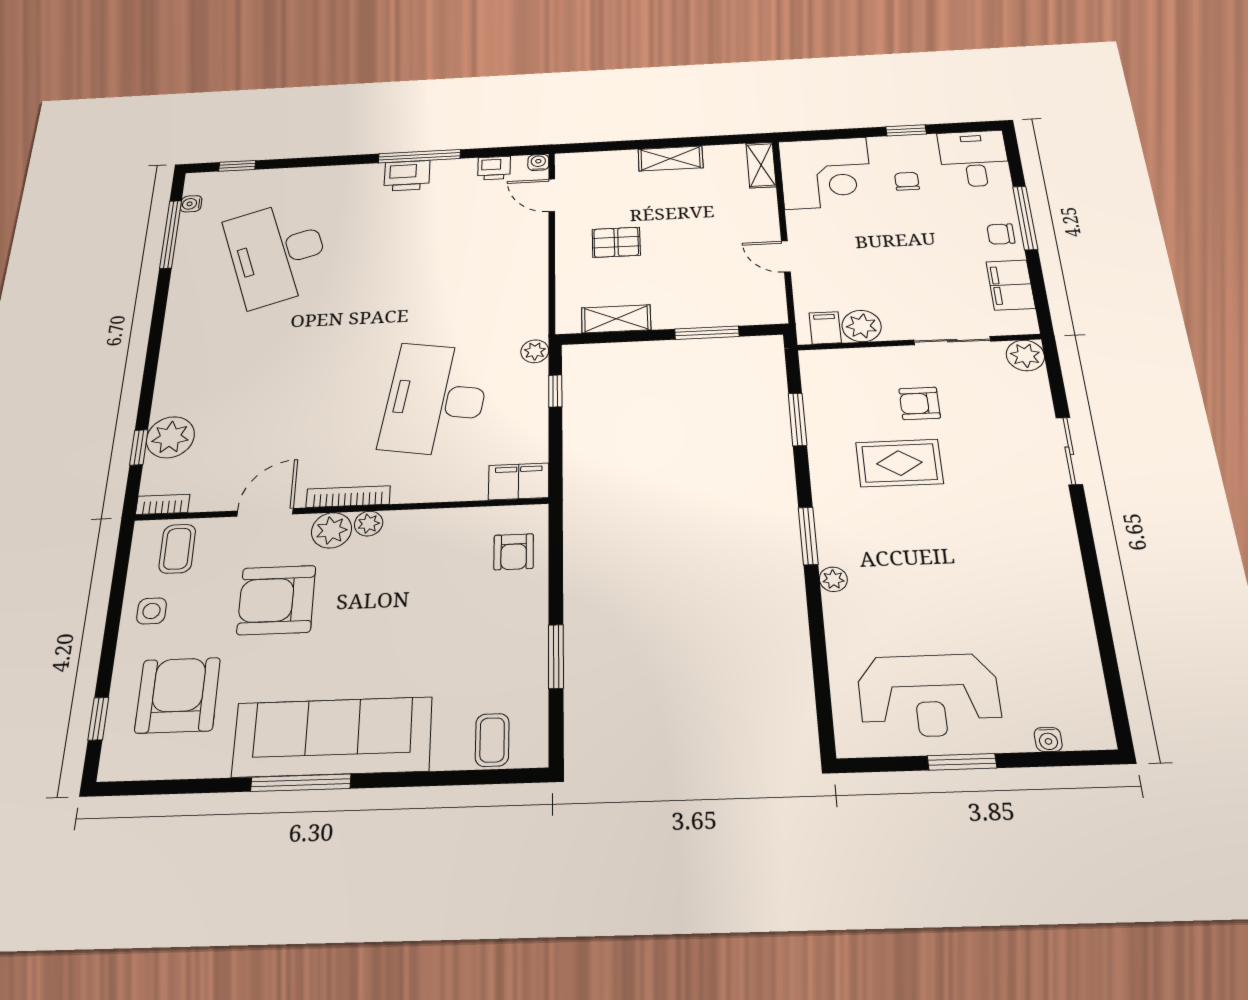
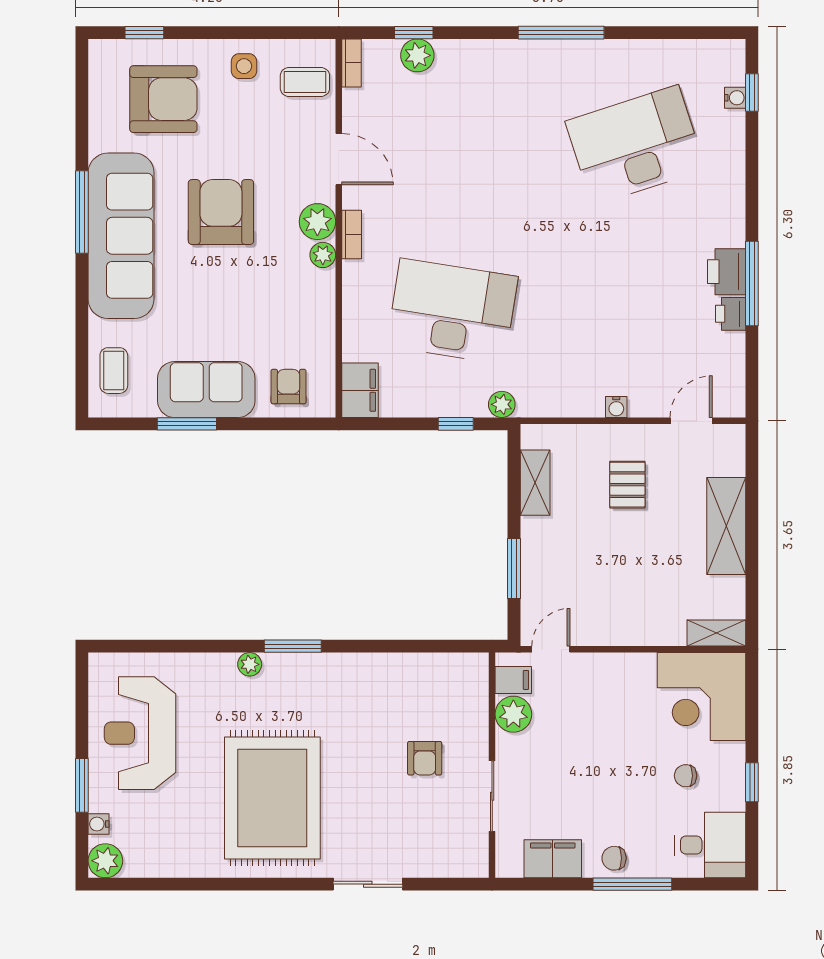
shelving: (670, 159) -> (726, 526), width x1.50, depth x1.33
water cooler: (538, 162) -> (616, 407), moved, turned 90
printer: (494, 168) -> (731, 314), moved
chair: (907, 181) -> (686, 776), turned 180
water cooler: (191, 204) -> (735, 98), moved, turned 90
window: (171, 234) -> (561, 33), moved
chair: (1001, 234) -> (614, 858), turned -90
door: (786, 256) -> (551, 649), moved
plant: (1025, 355) -> (105, 861), moved
armchair: (920, 403) -> (425, 758), turned 180
window: (797, 419) -> (413, 646), removed
plant: (170, 437) -> (417, 55), width x0.73, depth x0.73
rug: (899, 463) -> (272, 798), moved, width x1.86, depth x2.06
bookcase: (348, 497) -> (352, 235), width x0.64
armchair: (514, 552) -> (289, 387), turned 90
armchair: (276, 600) -> (221, 212), moved
sofa: (516, 637) -> (206, 390), added
coffee table: (492, 740) -> (114, 371), turned 90
window: (962, 762) -> (82, 785), moved

